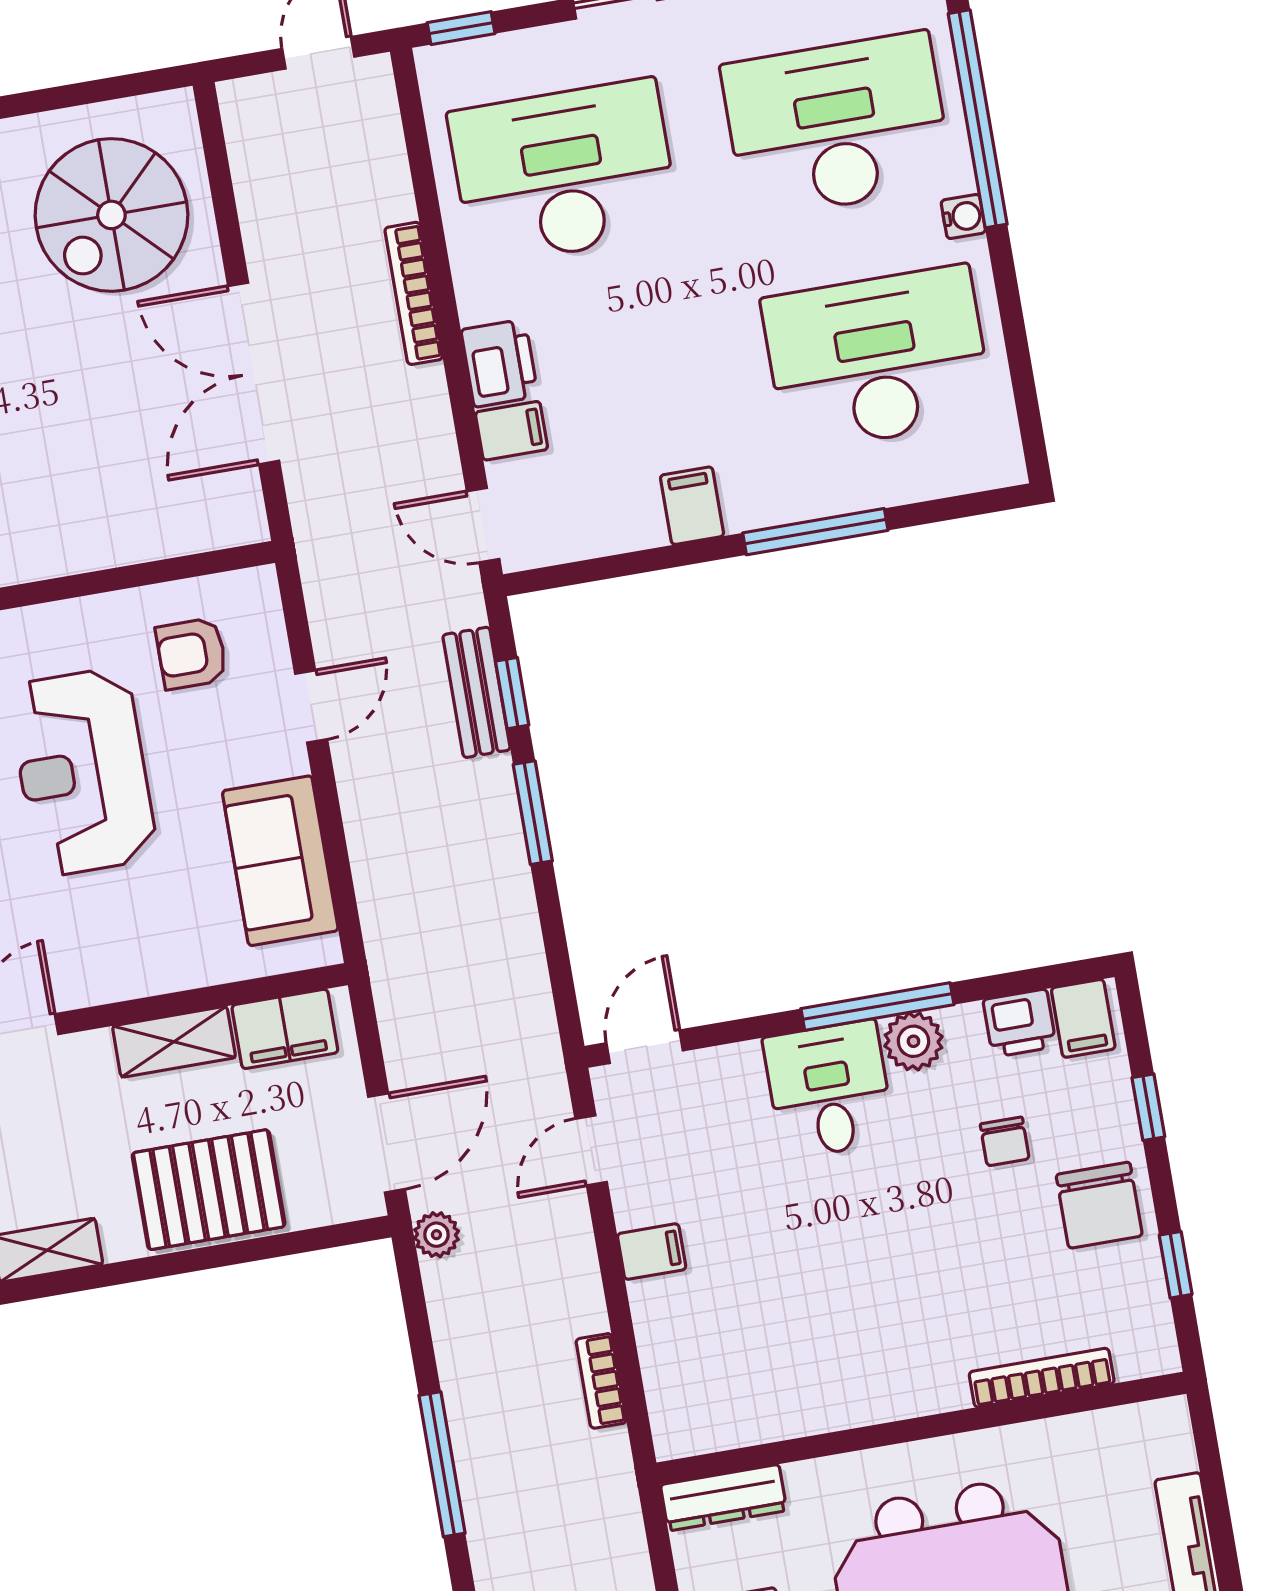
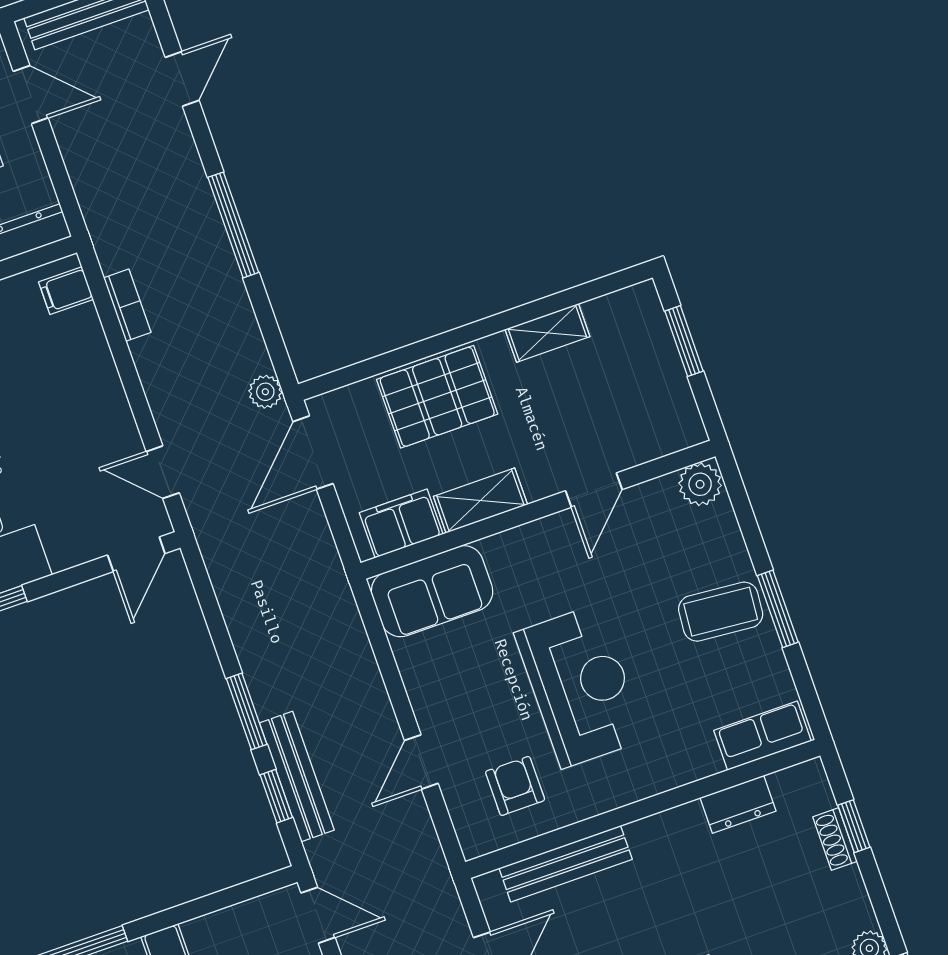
bench: (142, 539) -> (566, 864), added
armchair: (192, 654) -> (515, 786), turned -90
bench: (477, 692) -> (297, 777), width x1.36
sofa: (280, 861) -> (432, 591), moved, turned 90
door: (591, 1150) -> (163, 472), swing flipped
filing cabinet: (652, 1252) -> (66, 291), moved

